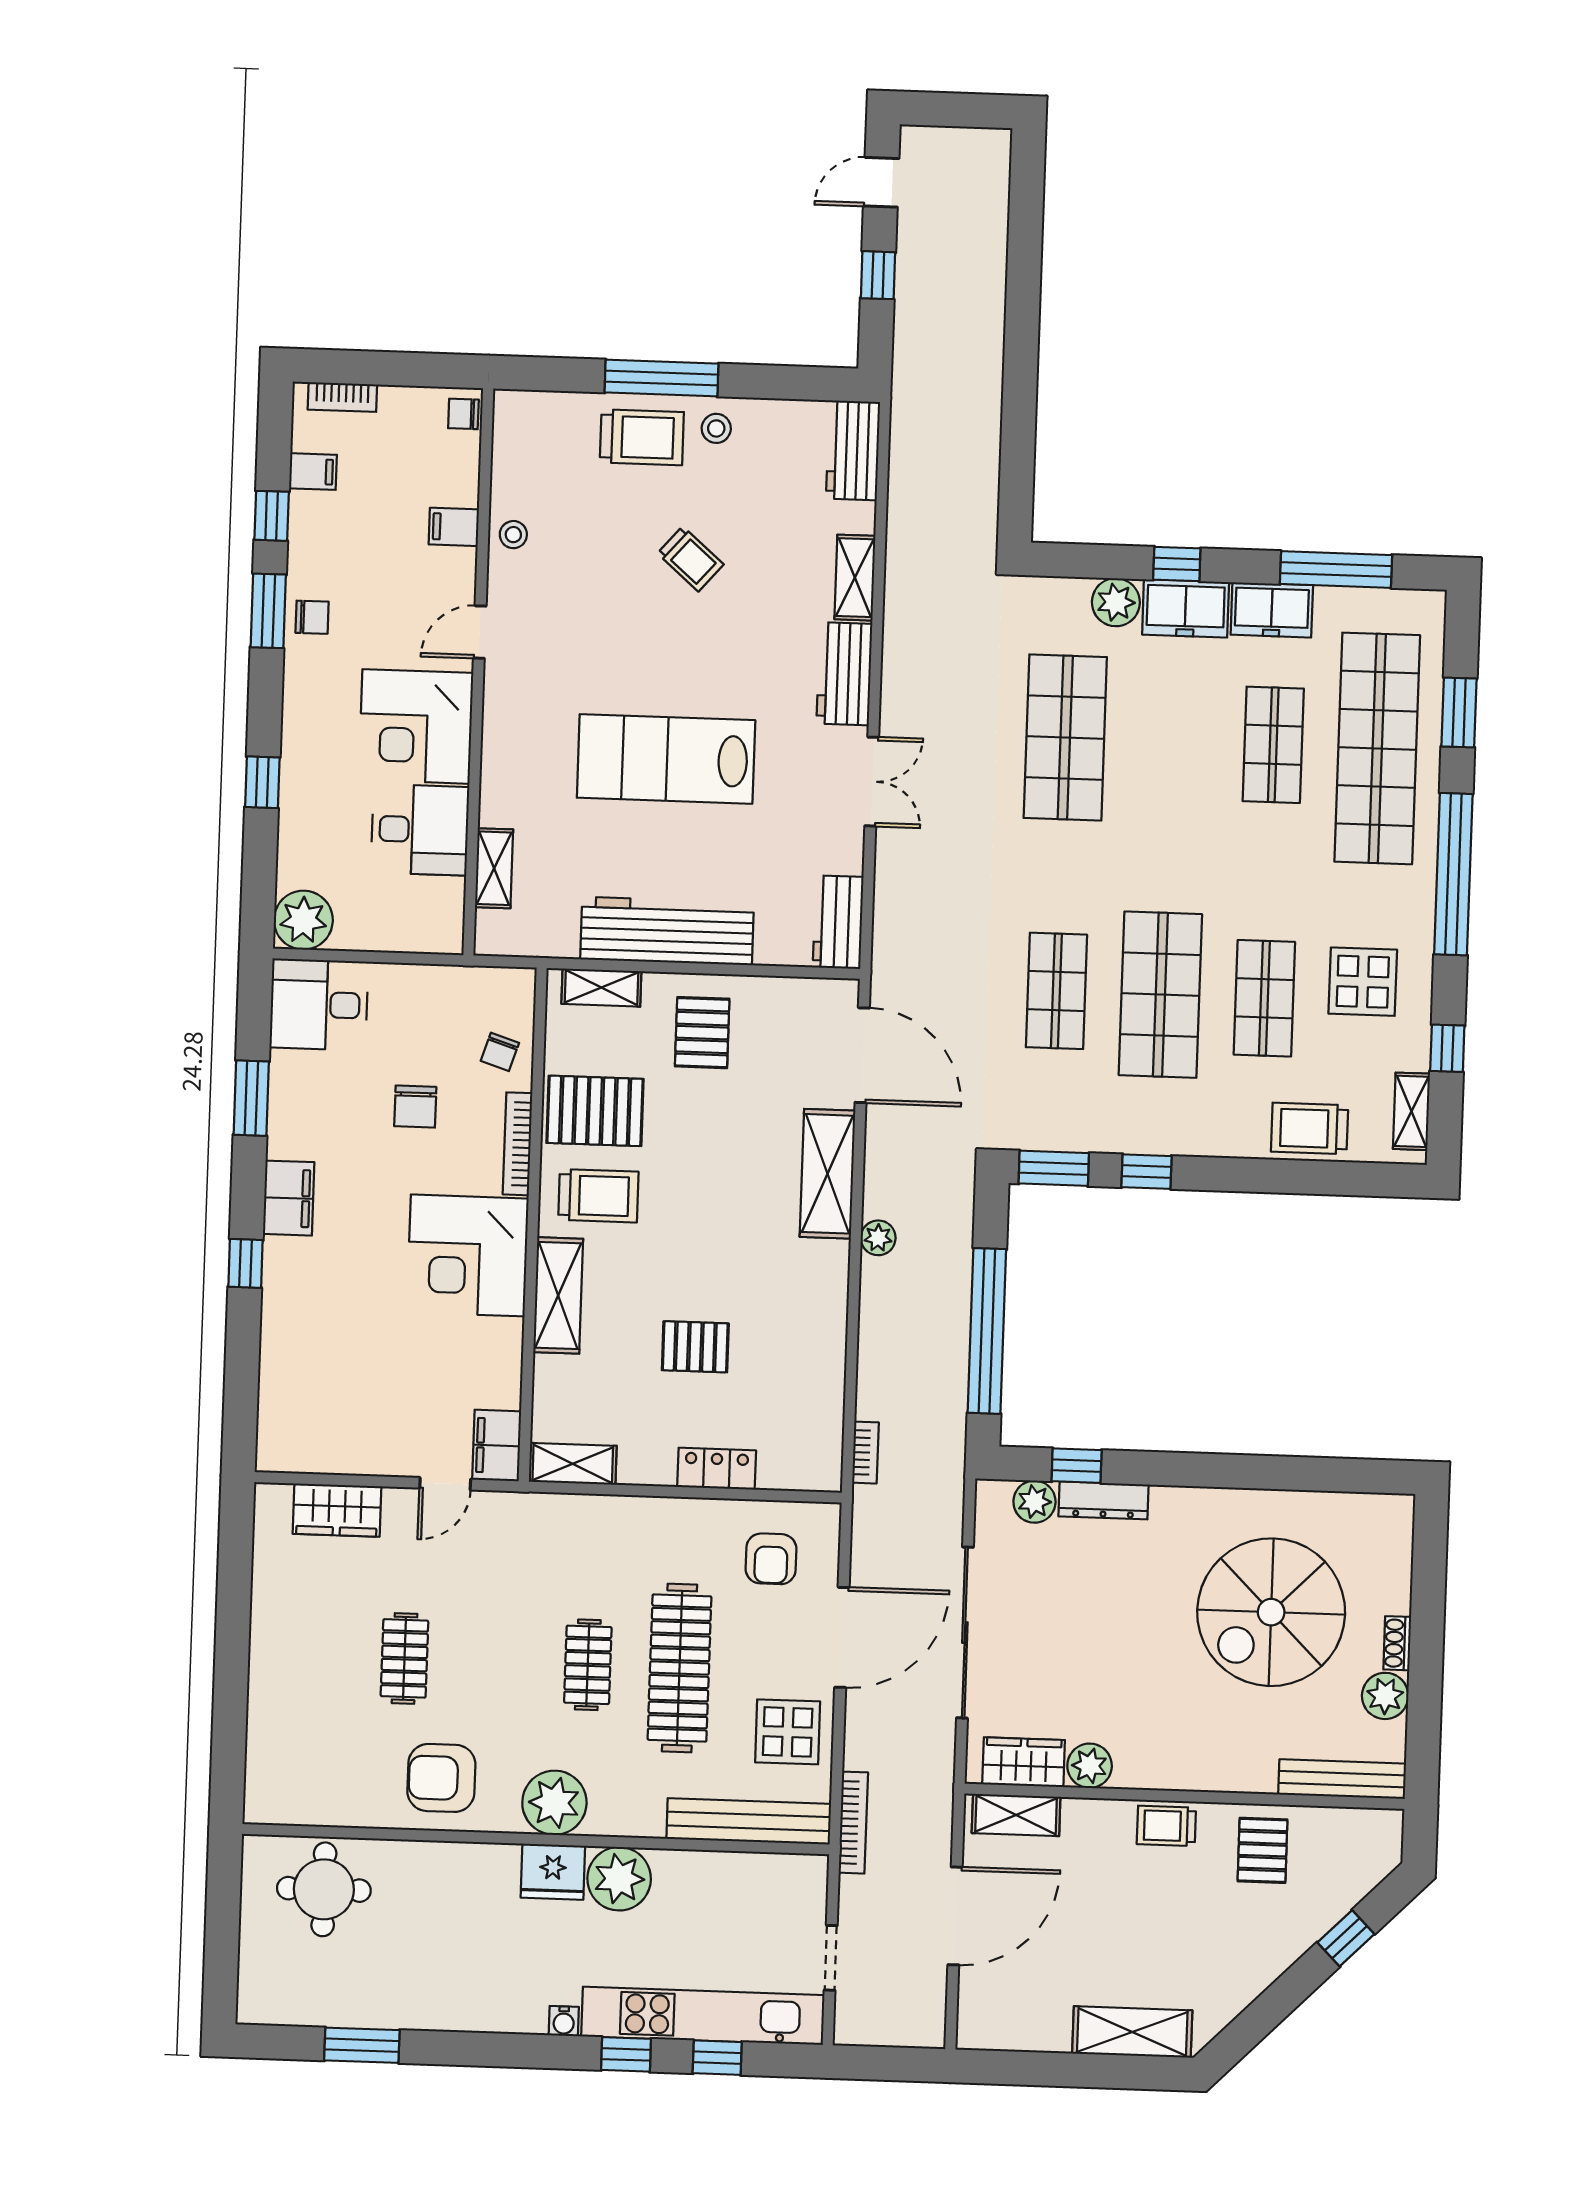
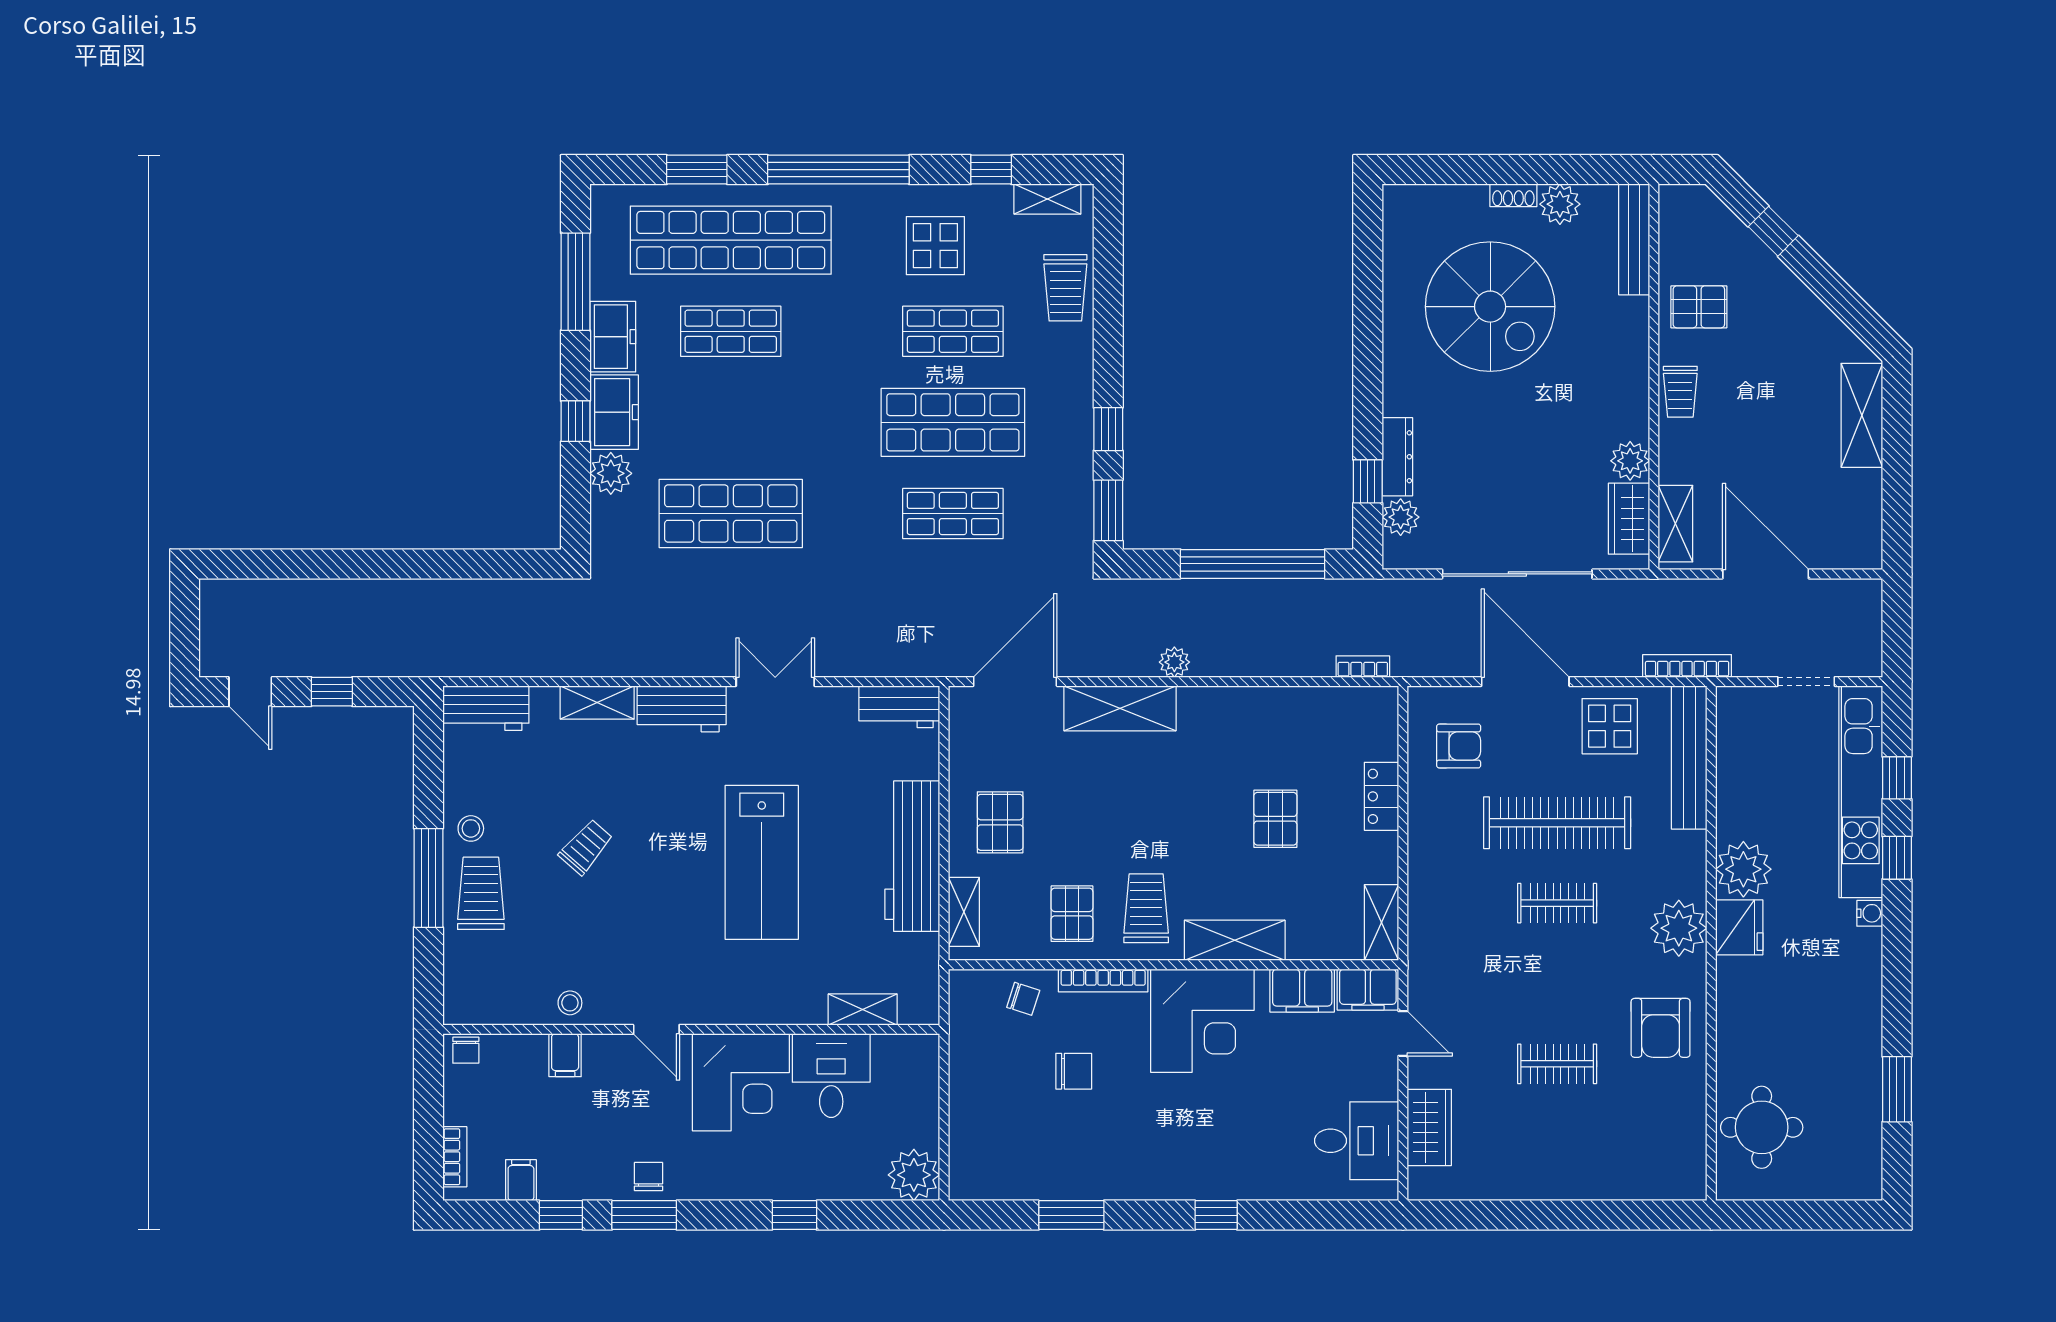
desk: (319, 1005) -> (1357, 1141), moved, turned -90
pallet: (702, 1033) -> (1000, 822), turned 90
pallet: (595, 1111) -> (1072, 914), width x0.67, depth x0.71
filing cabinet: (289, 1198) -> (1302, 991), moved, turned 180

